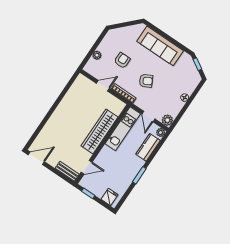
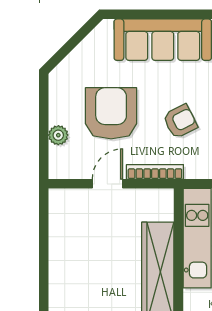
armchair: (122, 60) -> (111, 113), width x1.88, depth x1.88

